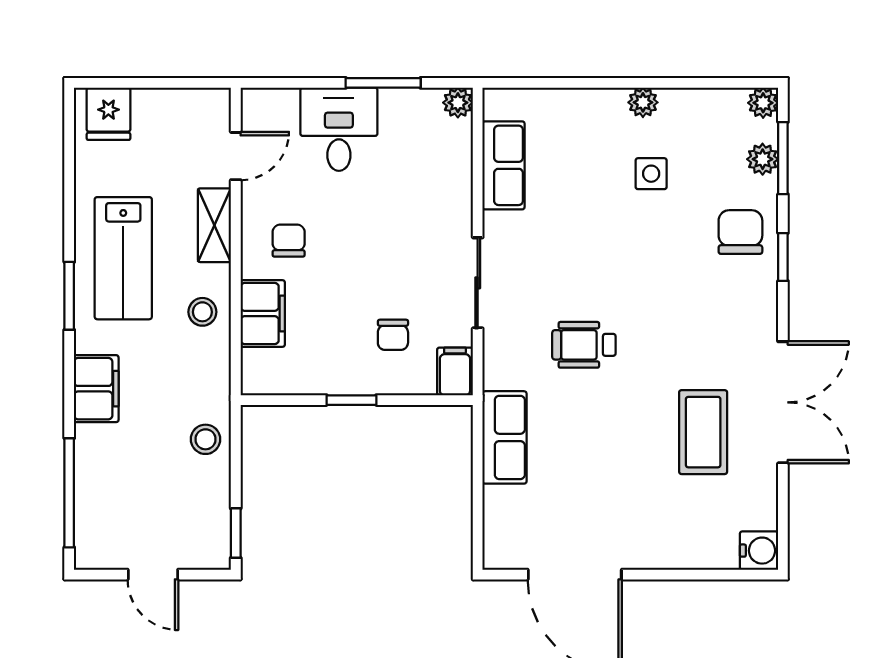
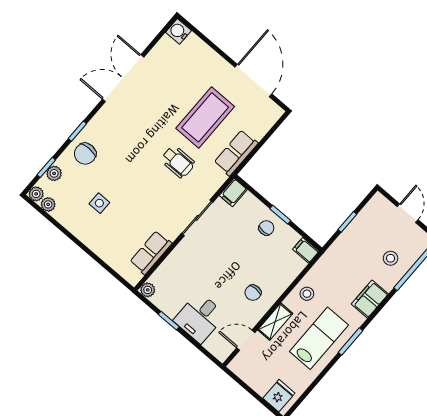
window: (383, 83) -> (169, 321), width x0.67
plant: (643, 102) -> (48, 204), moved
window: (783, 158) -> (46, 167), width x0.67
filing cabinet: (263, 313) -> (306, 250), moved, width x0.50
chair: (393, 335) -> (266, 228), moved
coffee table: (703, 432) -> (205, 117), moved, width x1.36, depth x1.32
stool: (205, 439) -> (391, 258), moved
window: (236, 533) -> (347, 222), moved

